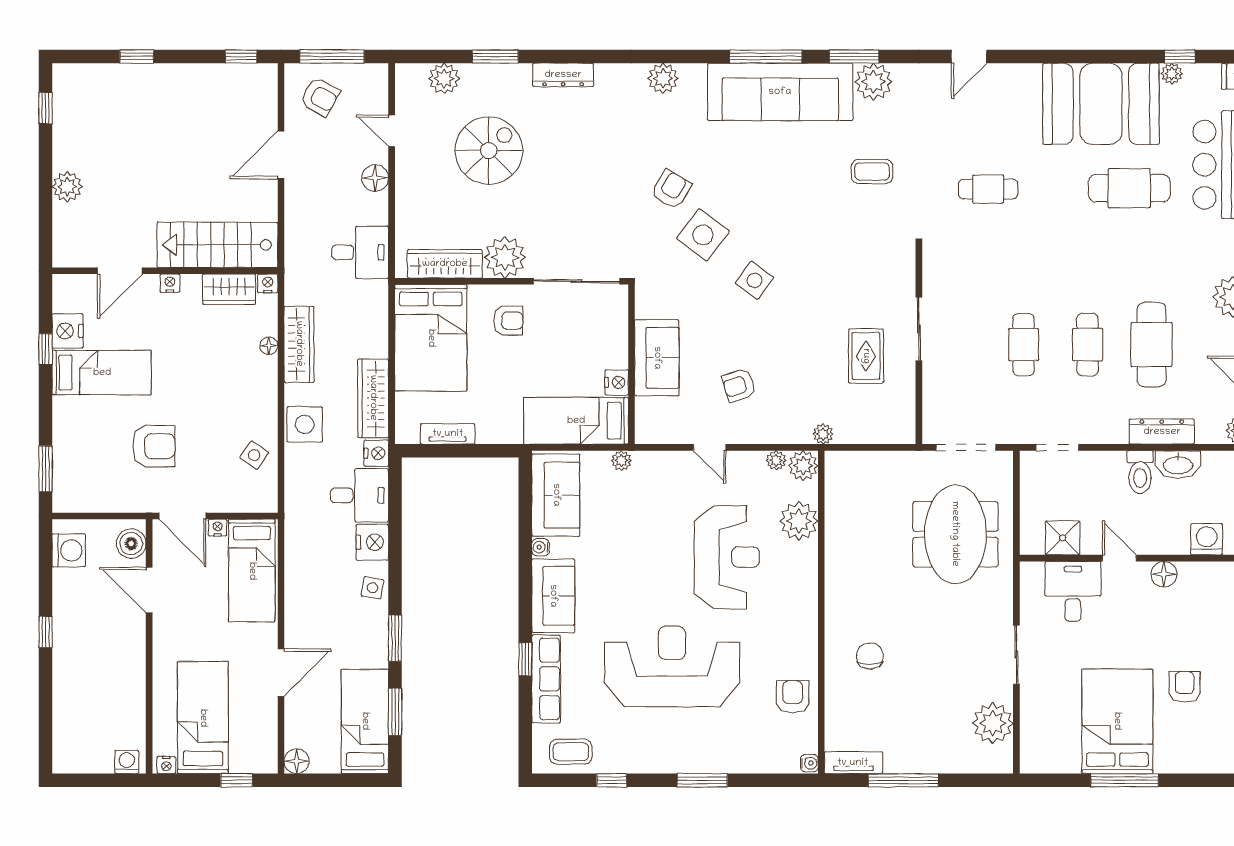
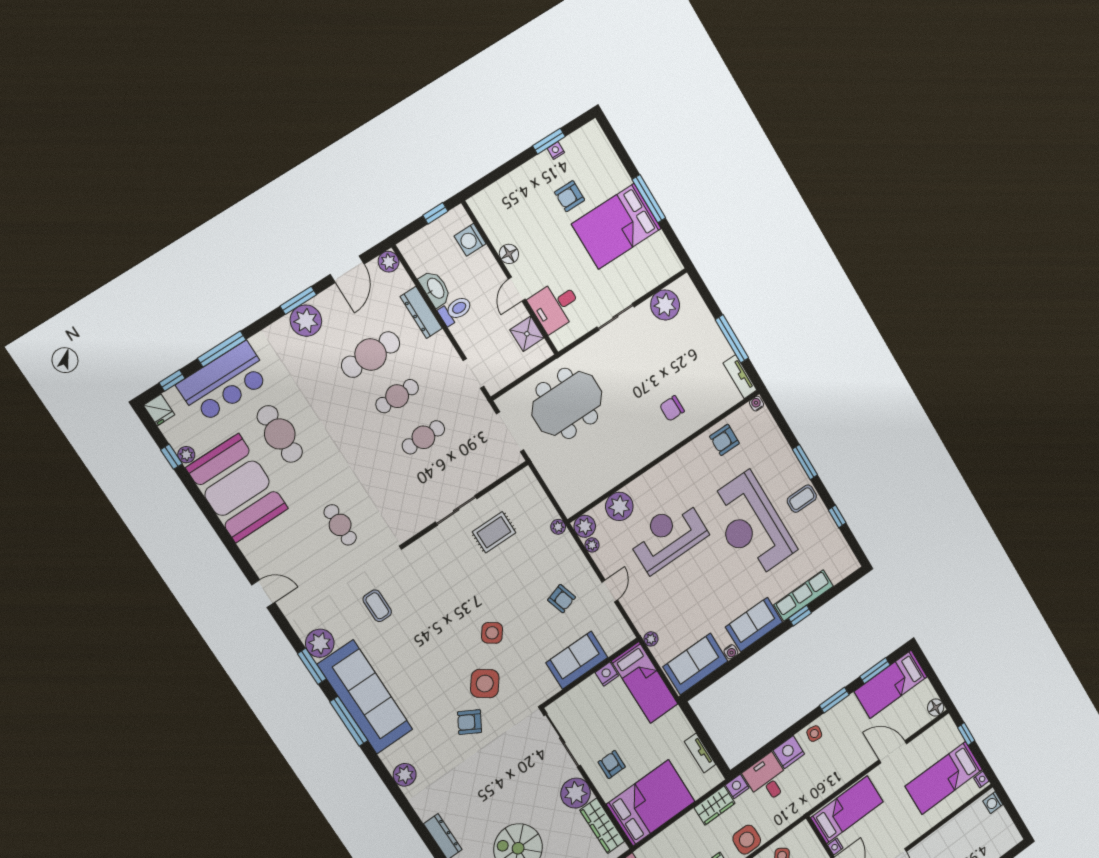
wardrobe: (373, 398) -> (715, 806), width x0.67
coffee table: (571, 752) -> (802, 499), moved, turned 90

